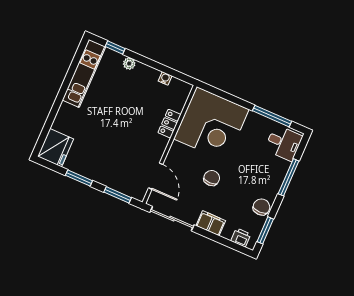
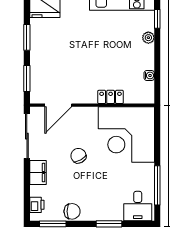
window: (288, 177) -> (109, 224), width x0.69
chair: (212, 178) -> (78, 156), turned -118

